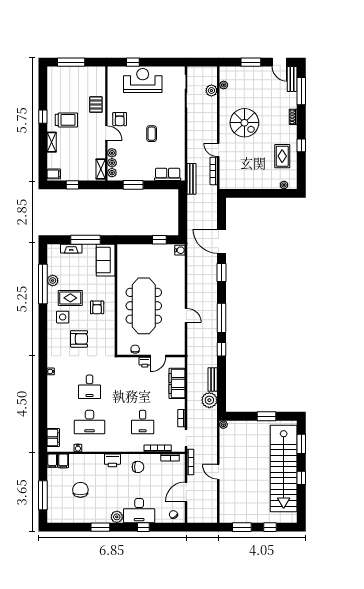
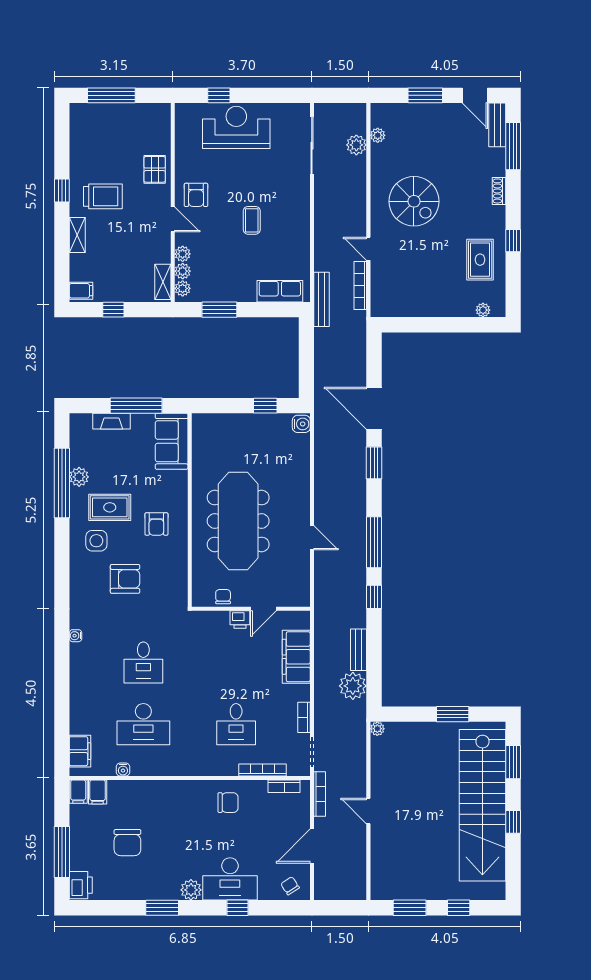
printer: (112, 460) -> (81, 885), moved, turned -90
chair: (80, 490) -> (127, 843), turned 180

